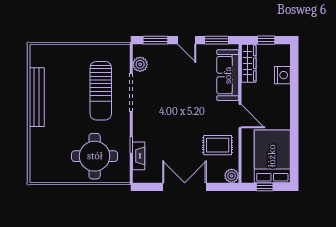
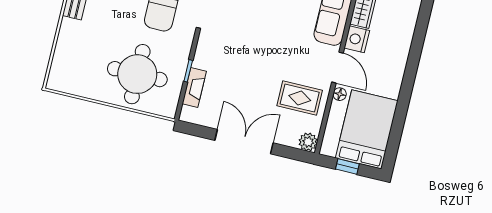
nightstand: (282, 75) -> (357, 39), moved, turned 180
floor lamp: (246, 135) -> (340, 94), added

